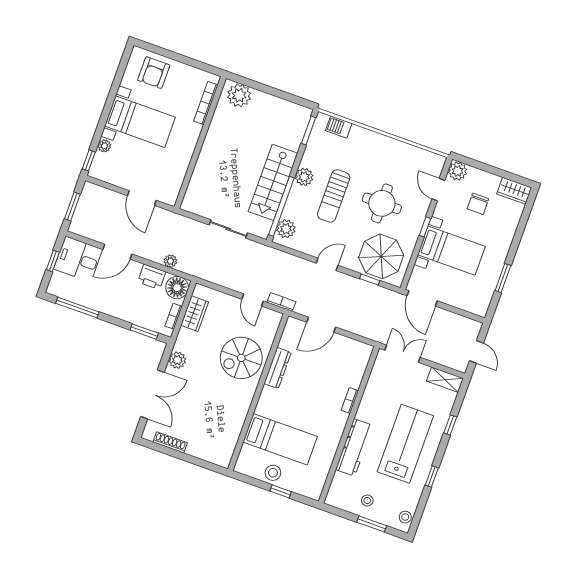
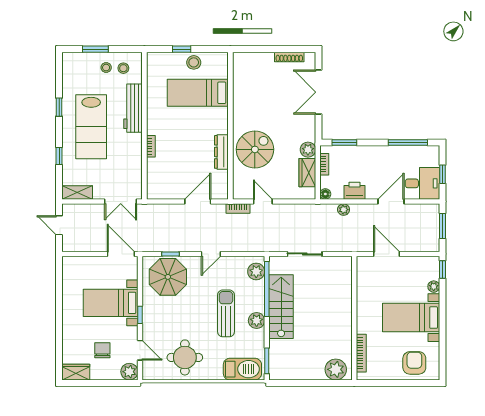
barbecue: (339, 127) -> (242, 369), width x1.88, depth x1.53
round table: (382, 203) -> (185, 357), moved
window: (503, 278) -> (59, 295), removed
floor lamp: (177, 288) -> (325, 194), width x0.53, depth x0.53
plant: (177, 360) -> (308, 150), moved
stool: (405, 517) -> (123, 68), moved

